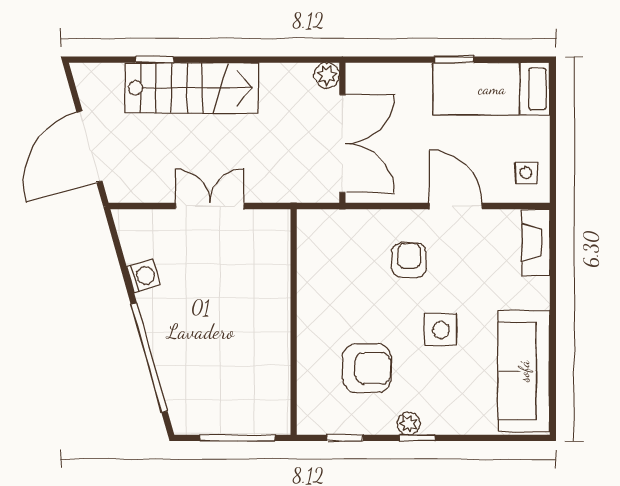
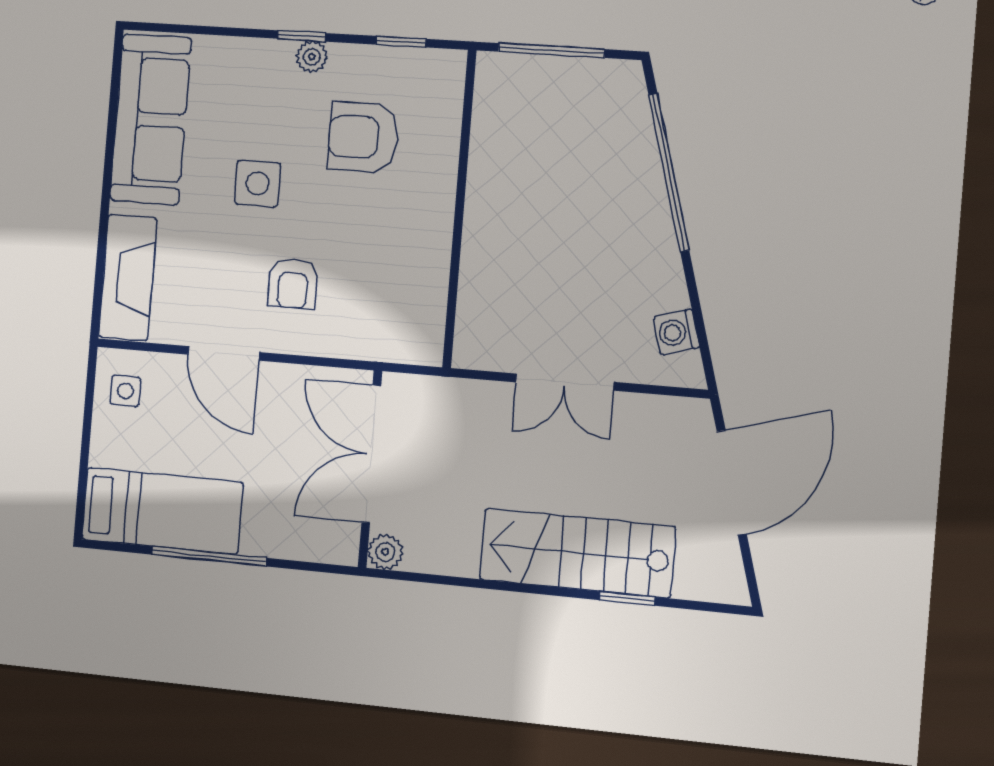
window: (454, 60) -> (209, 556), width x2.17
fireplace: (536, 243) -> (128, 278), width x1.37, depth x1.32
washing machine: (143, 276) -> (676, 332), moved

